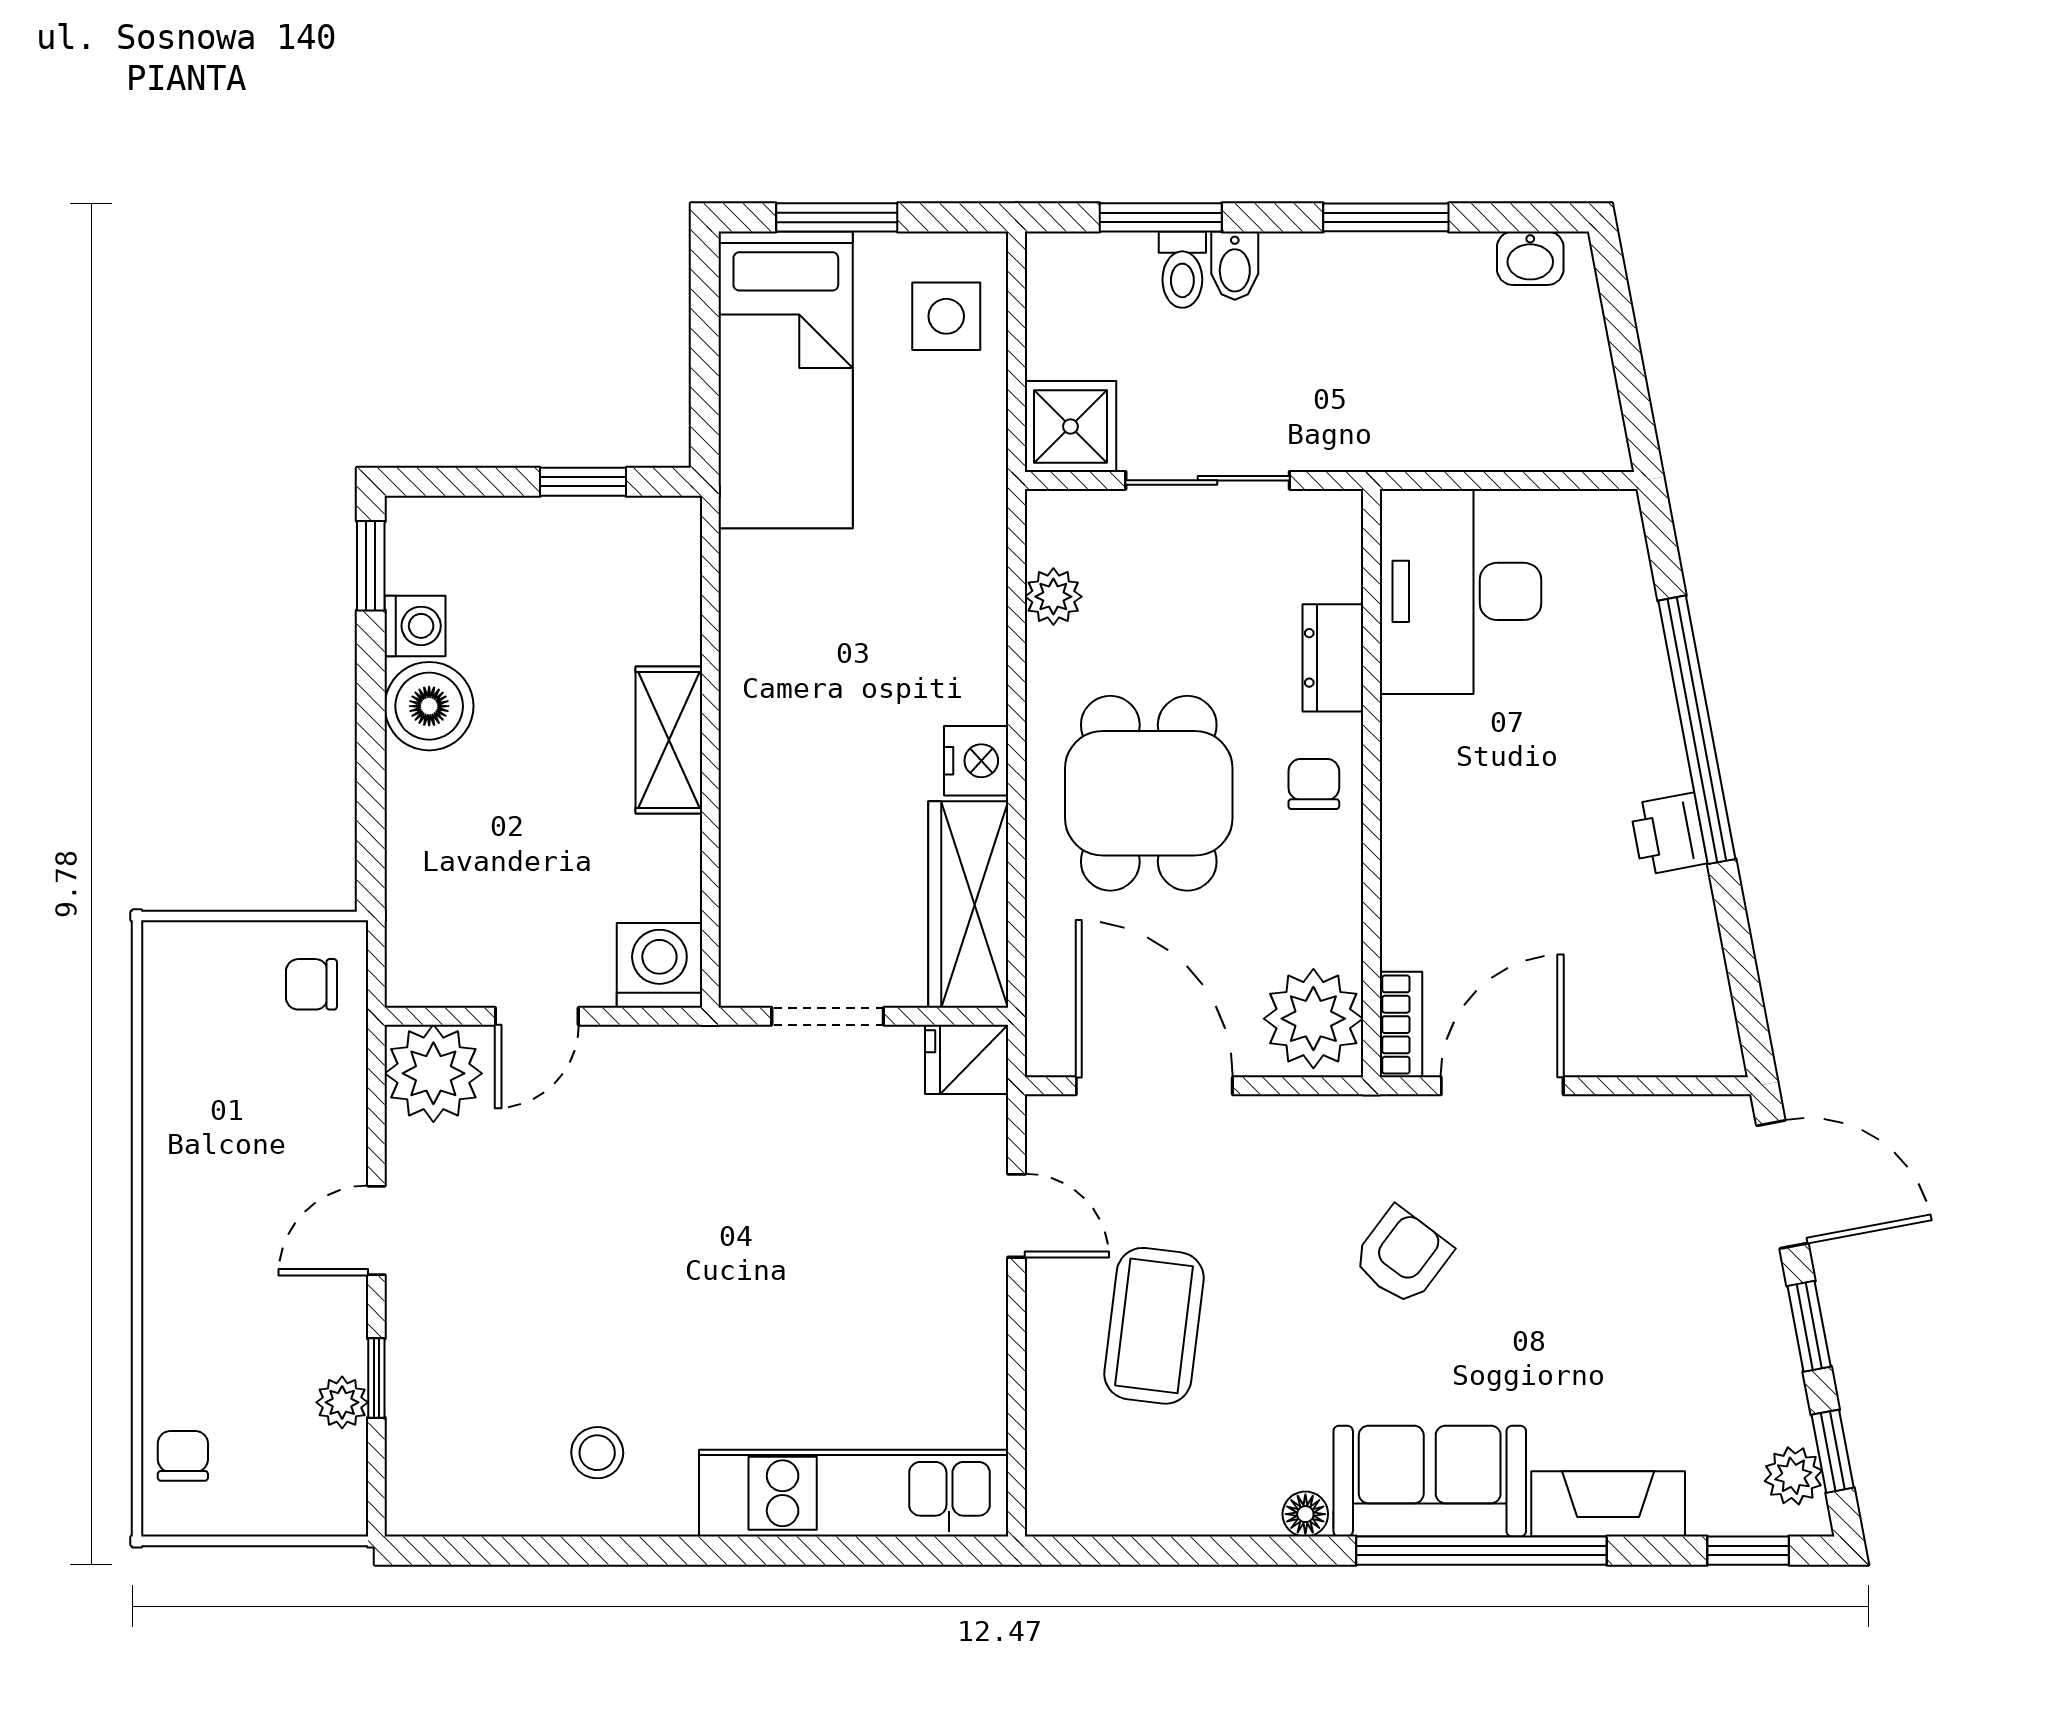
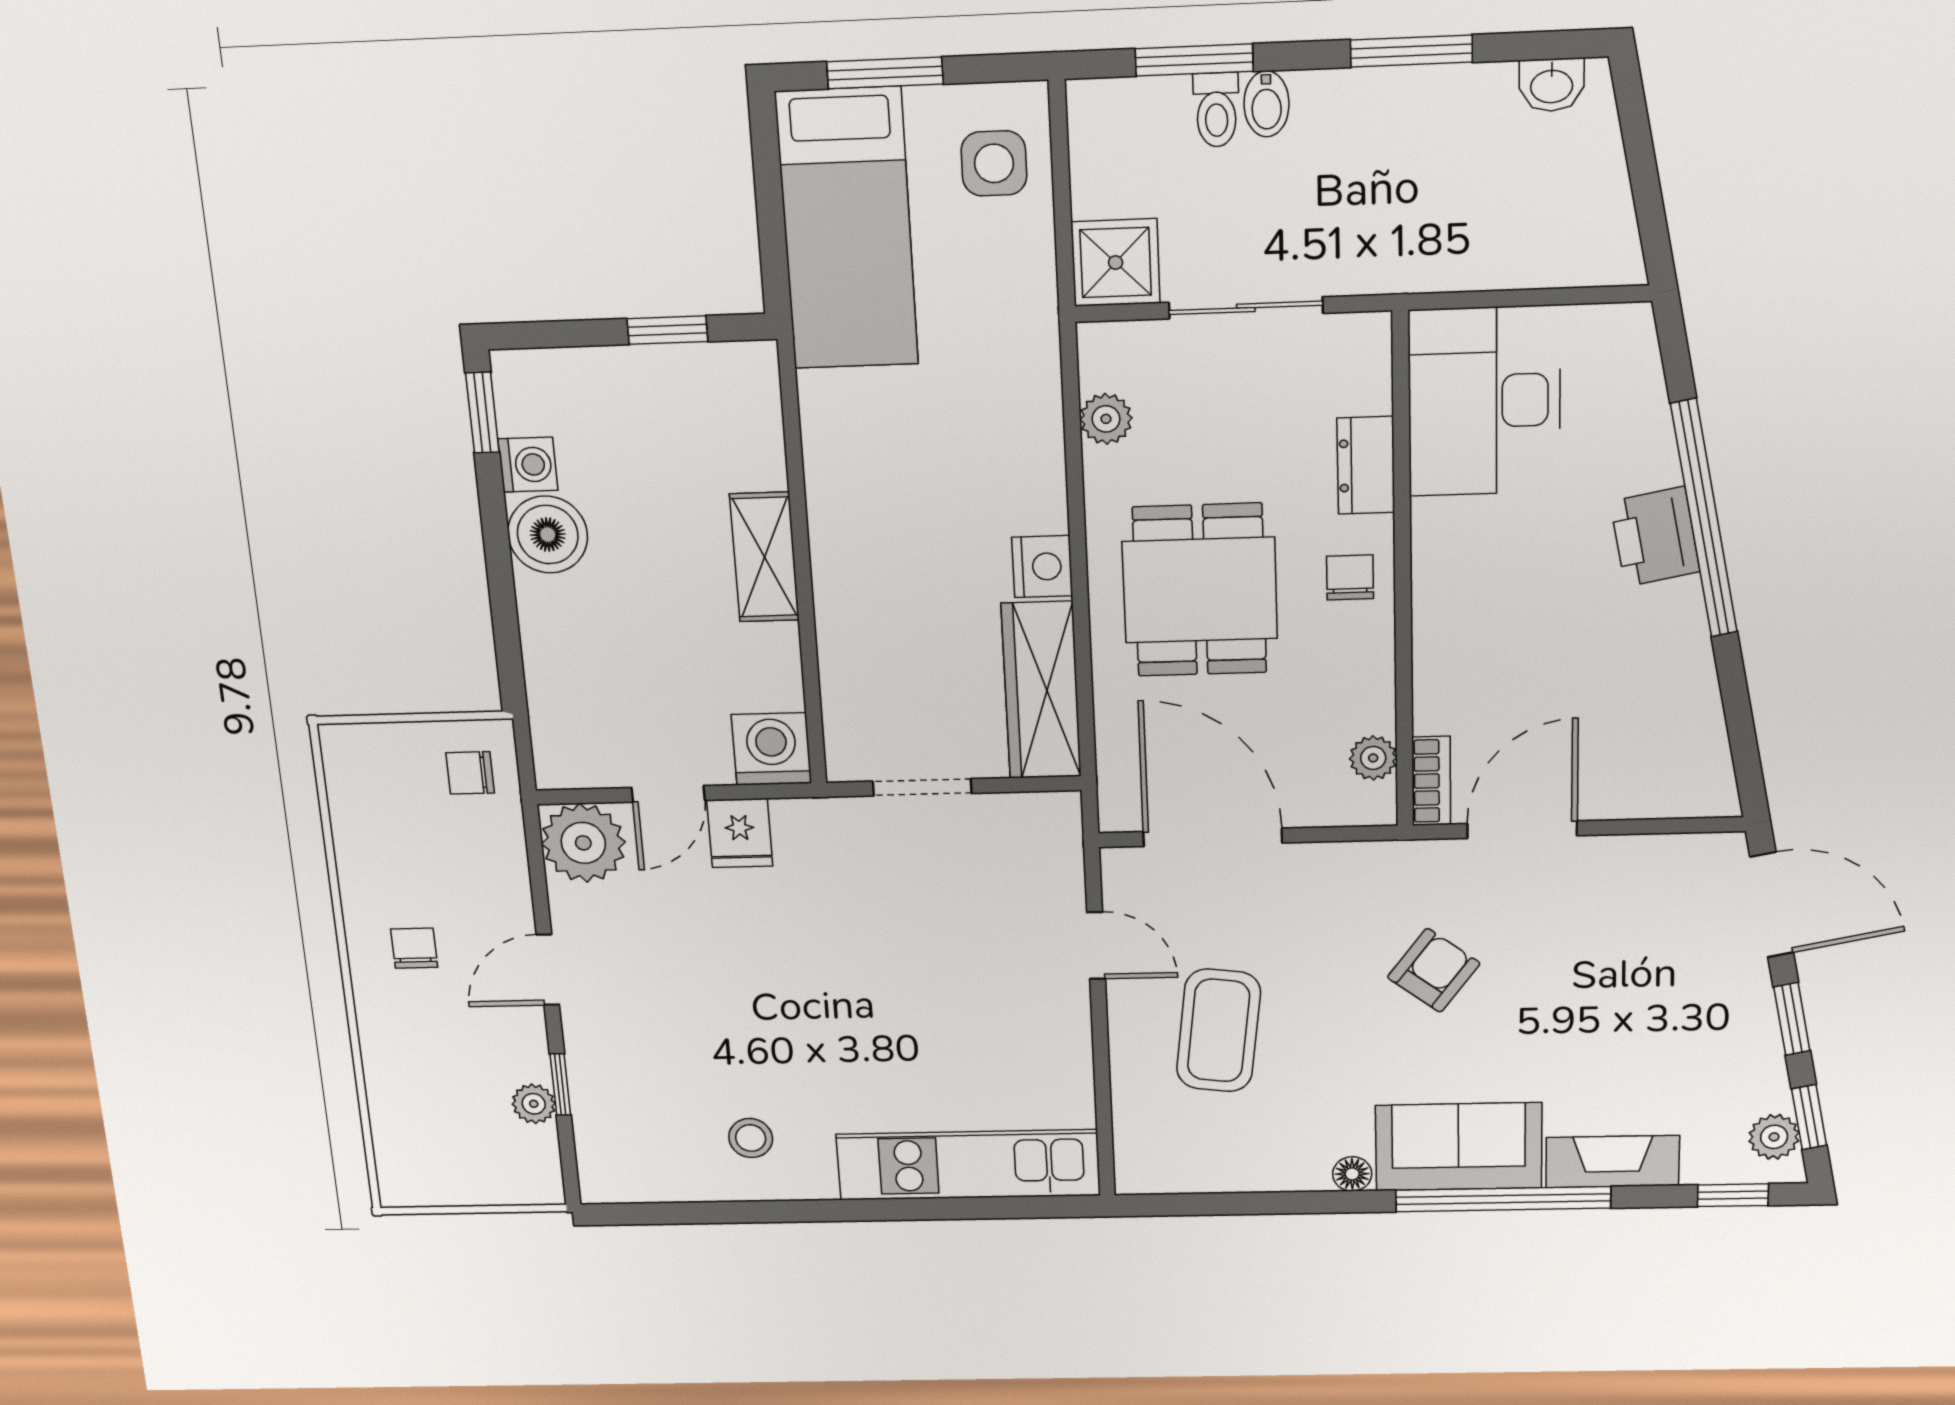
printer: (1669, 834) -> (1655, 537), moved, width x1.36, depth x1.24
plant: (1313, 1019) -> (1373, 758), width x0.53, depth x0.53
fridge: (967, 1059) -> (740, 833), moved, turned -90
chair: (183, 1456) -> (414, 948), moved

